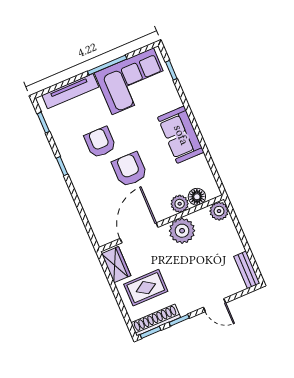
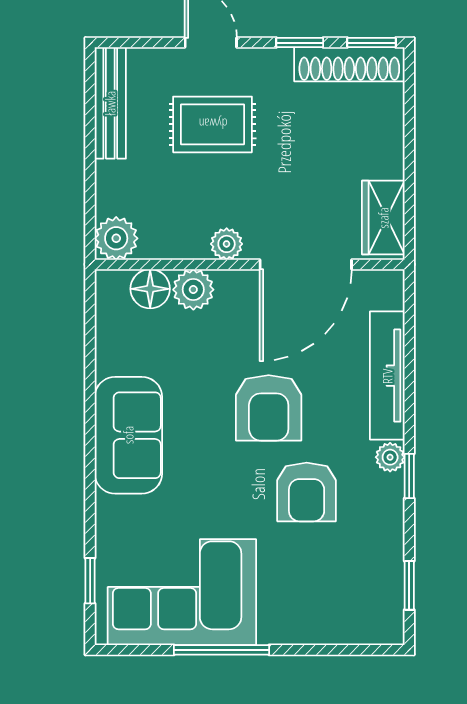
tv unit: (70, 91) -> (387, 376), moved, turned -90
plant: (73, 170) -> (390, 457), added
plant: (182, 231) -> (227, 244), width x0.53, depth x0.53
bench: (247, 270) -> (110, 103), width x1.36
rug: (146, 288) -> (213, 124), moved

